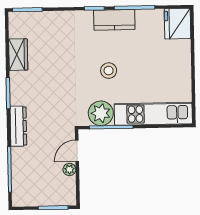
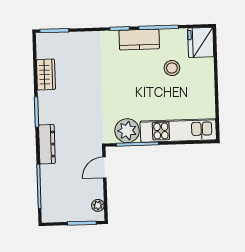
stool: (109, 71) -> (172, 68), moved
plant: (69, 169) -> (98, 205), moved

